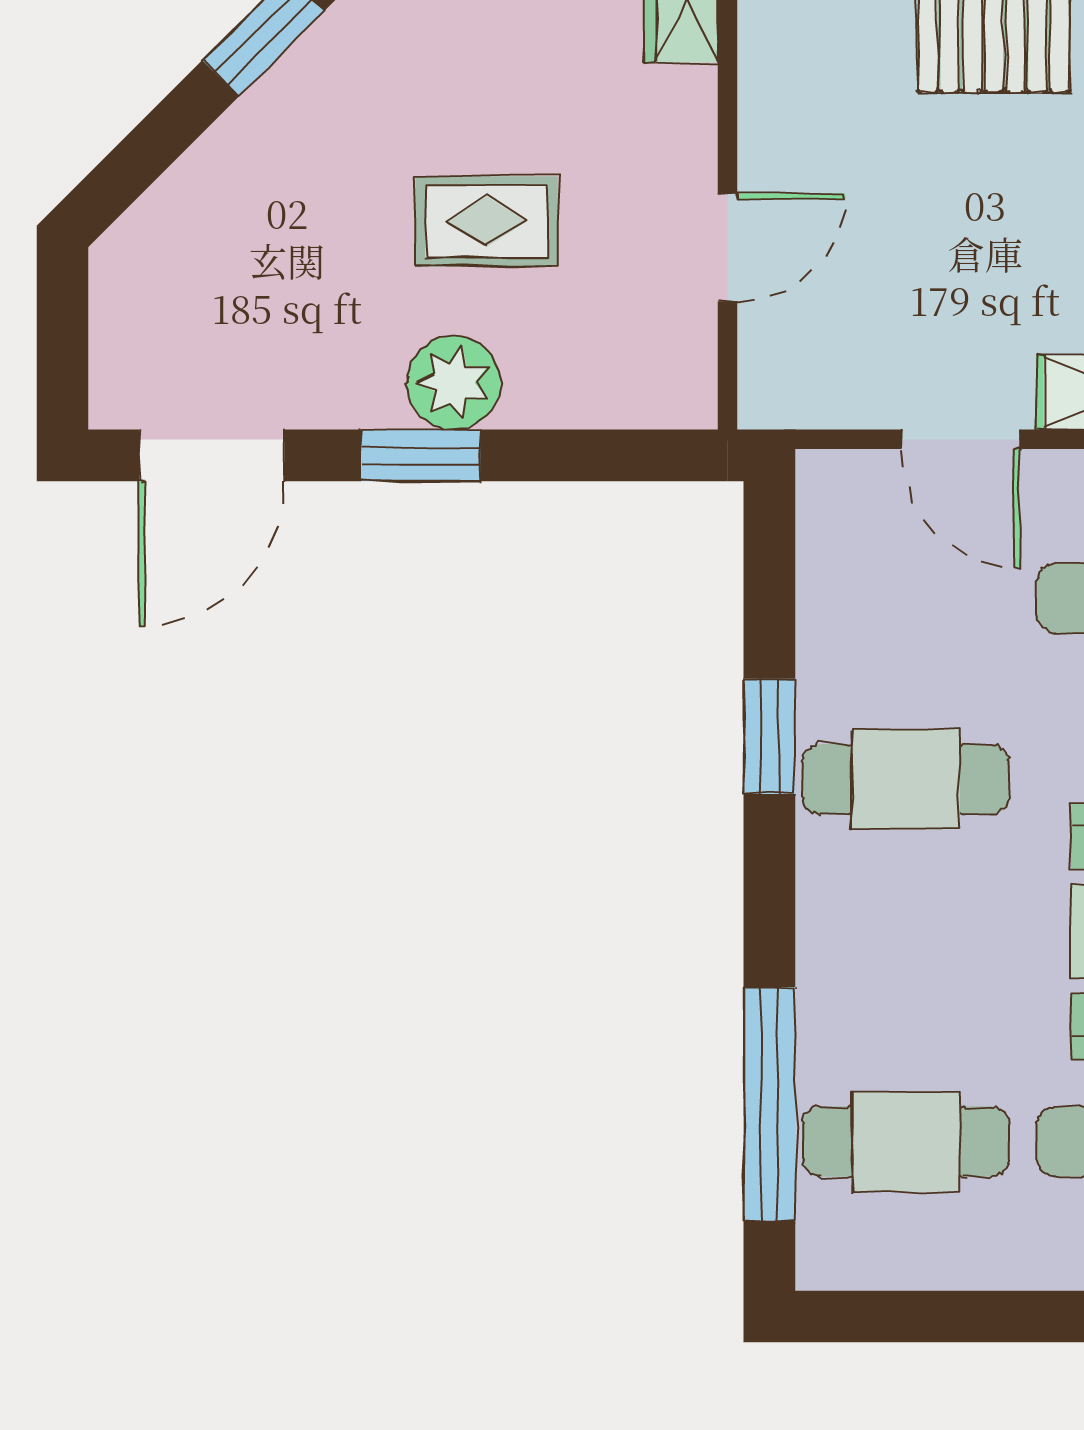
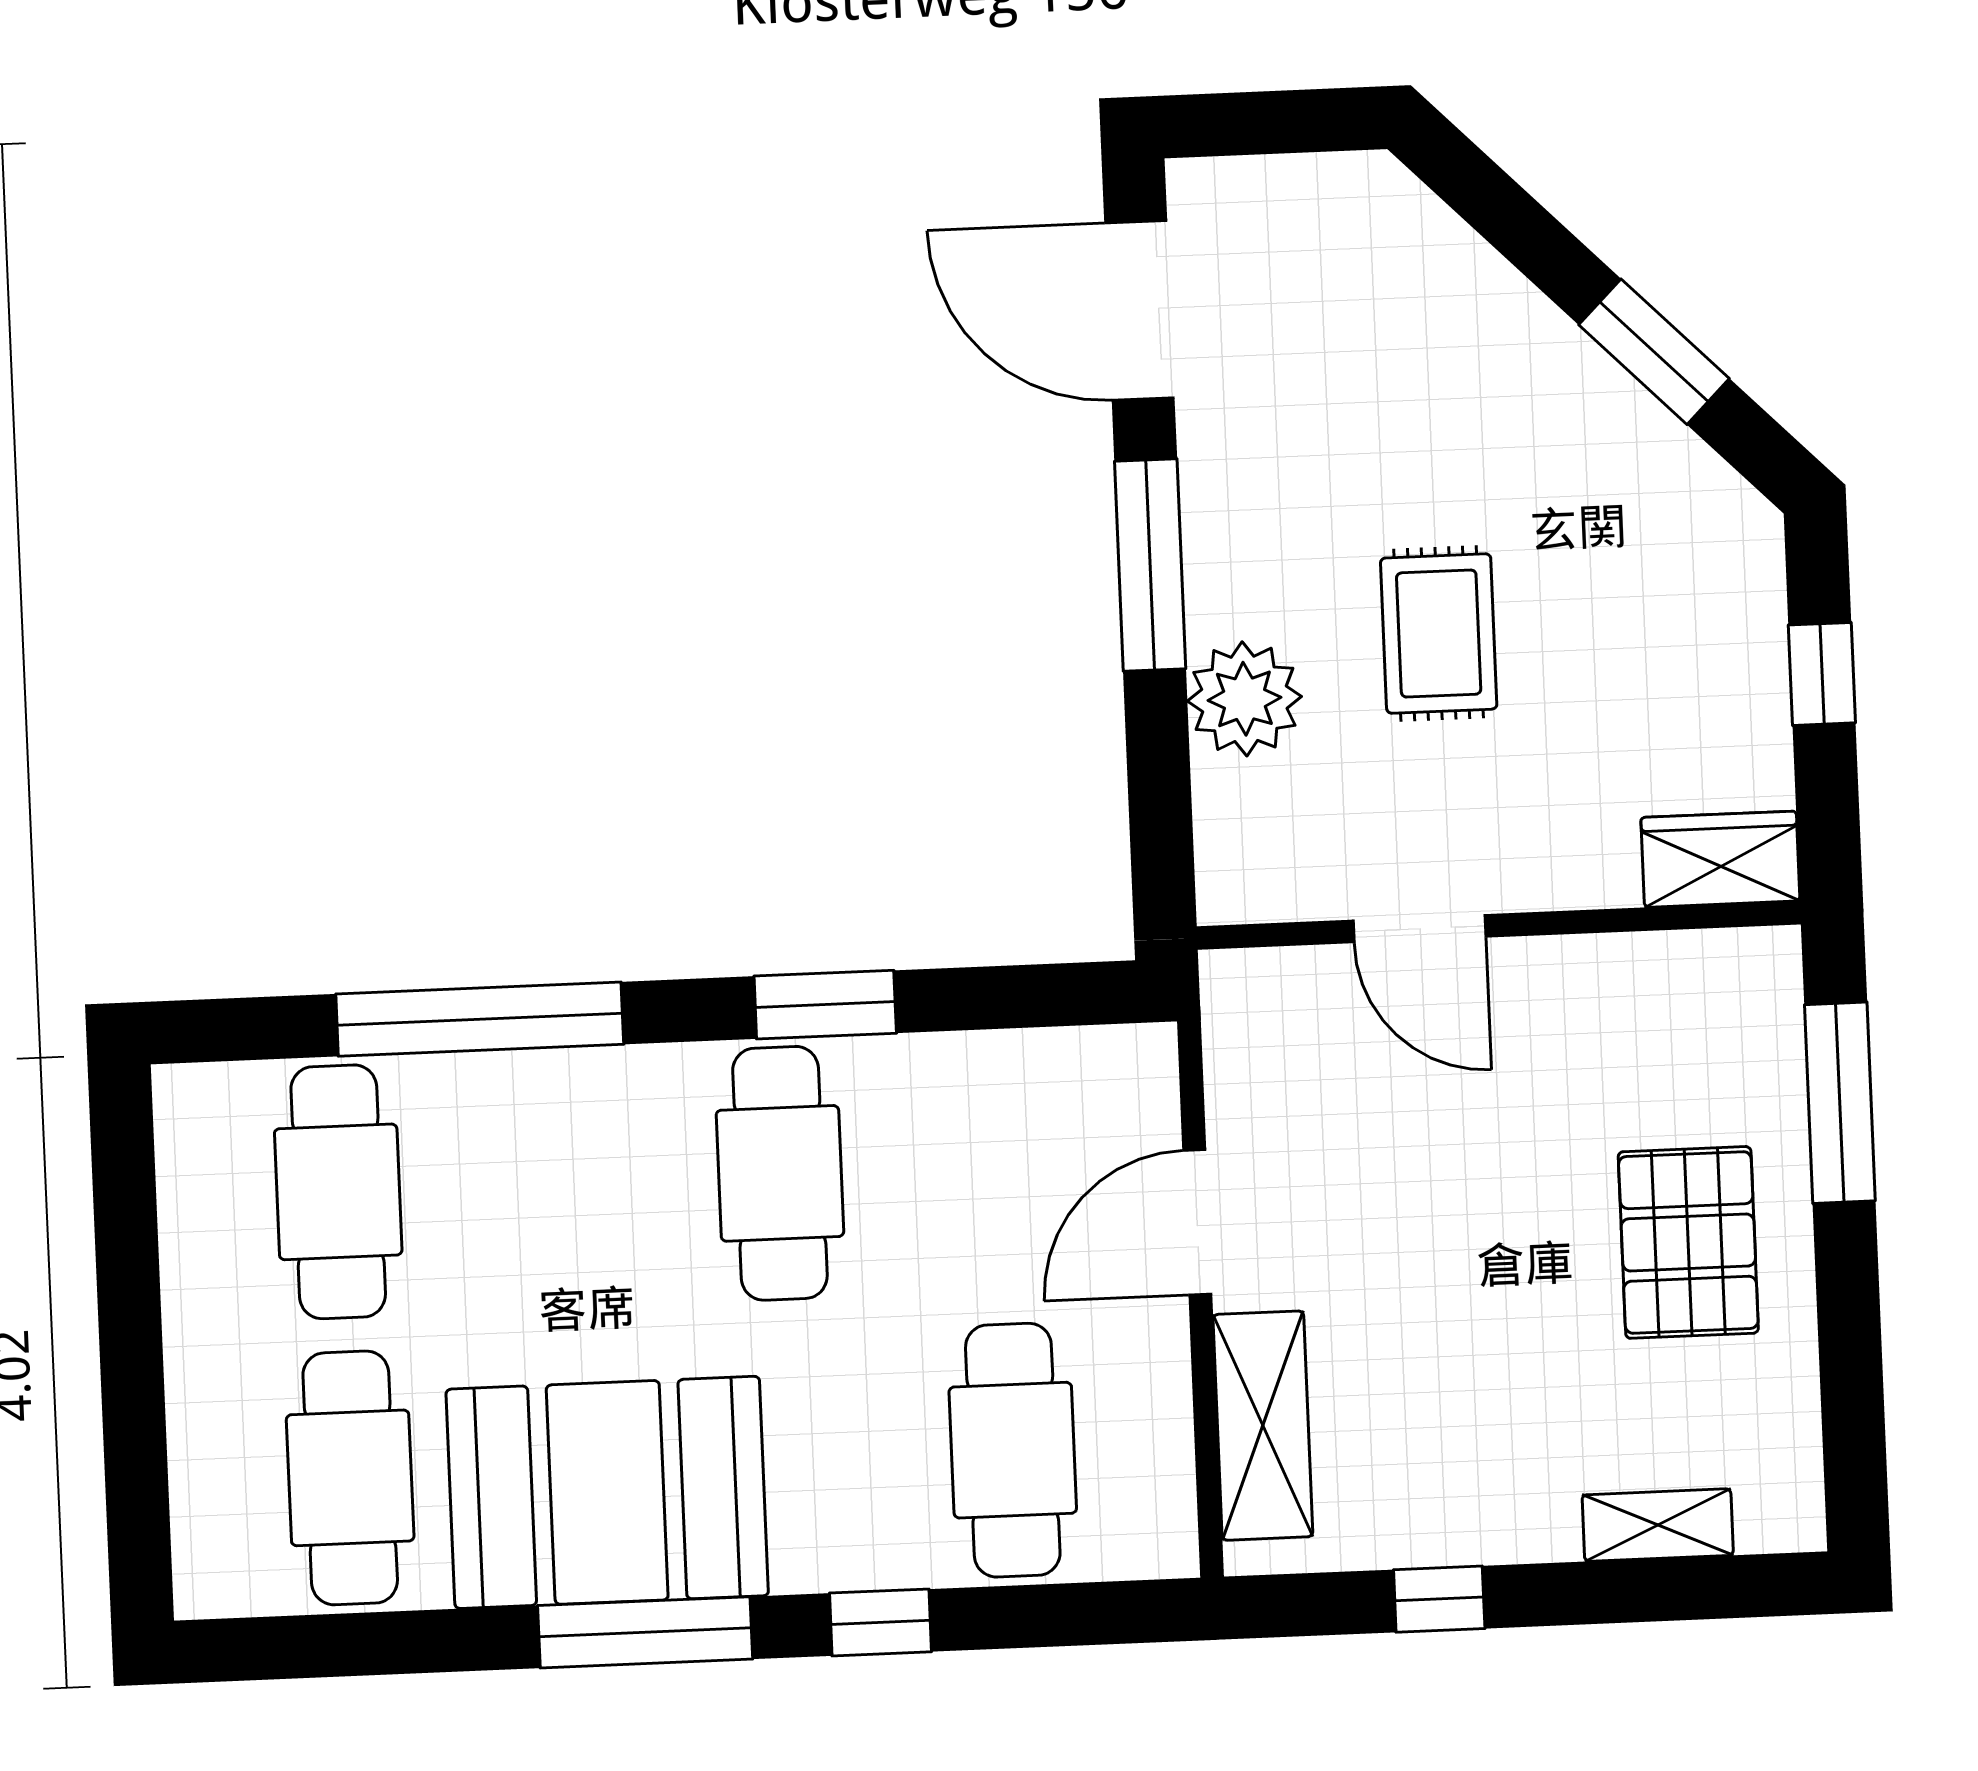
plant: (454, 383) -> (1244, 699), moved
window: (421, 455) -> (1150, 565), width x1.44
window: (769, 1104) -> (480, 1019), moved

